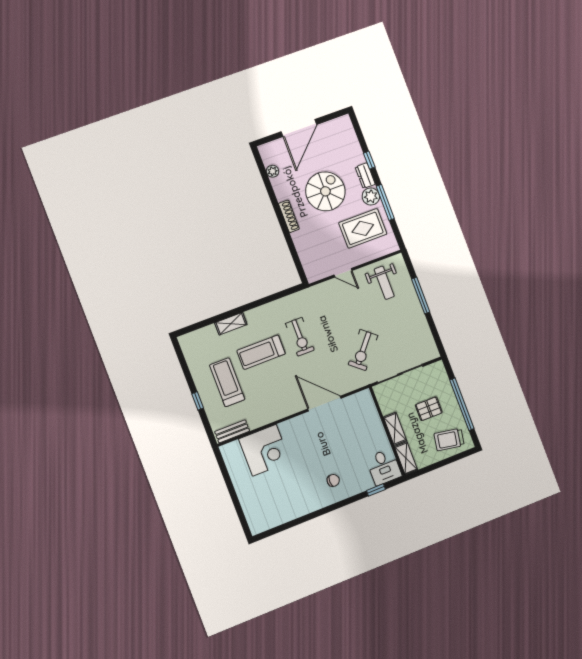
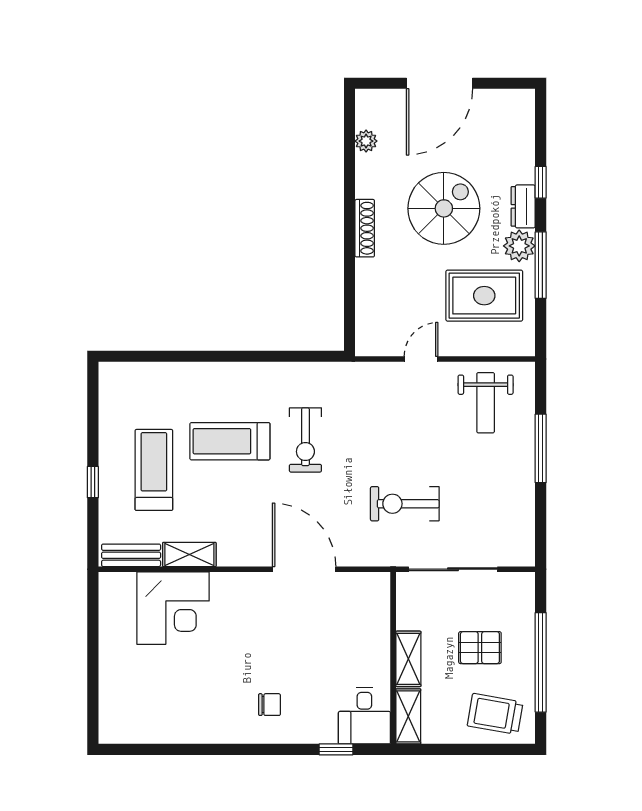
door: (343, 273) -> (421, 359), swing flipped
shelving: (231, 324) -> (189, 554), moved
exercise bike: (363, 350) -> (405, 504), turned 50

